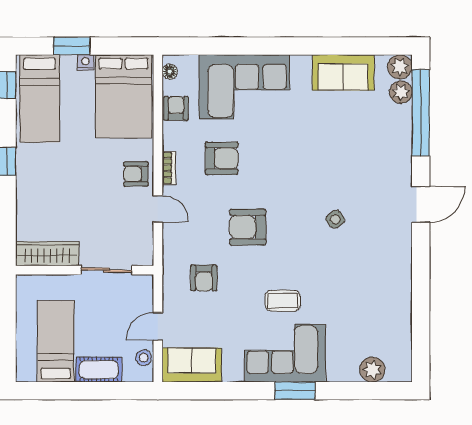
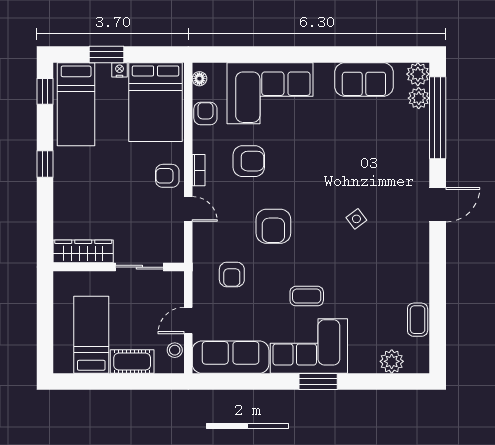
armchair: (248, 227) -> (273, 226), turned -90
coffee table: (400, 326) -> (418, 320), added
sofa: (192, 365) -> (231, 357), width x1.36

